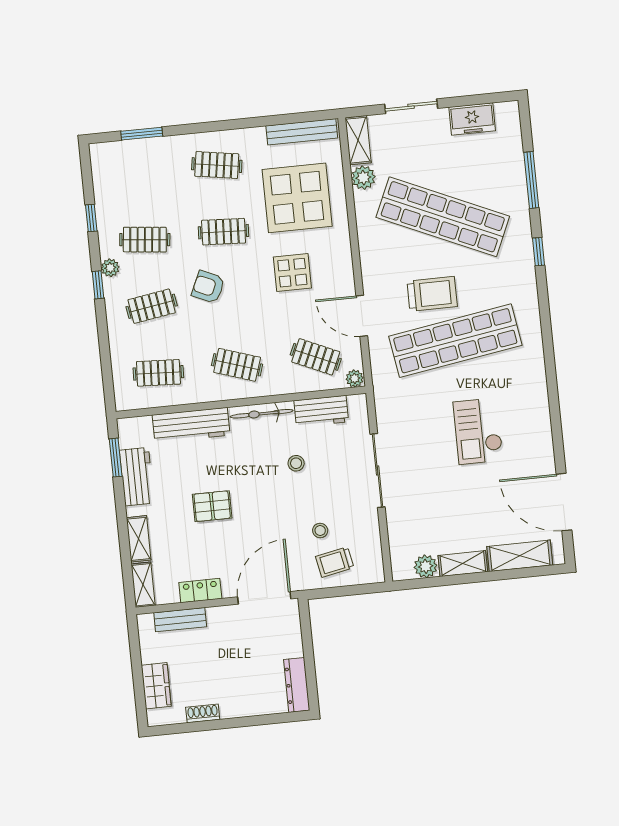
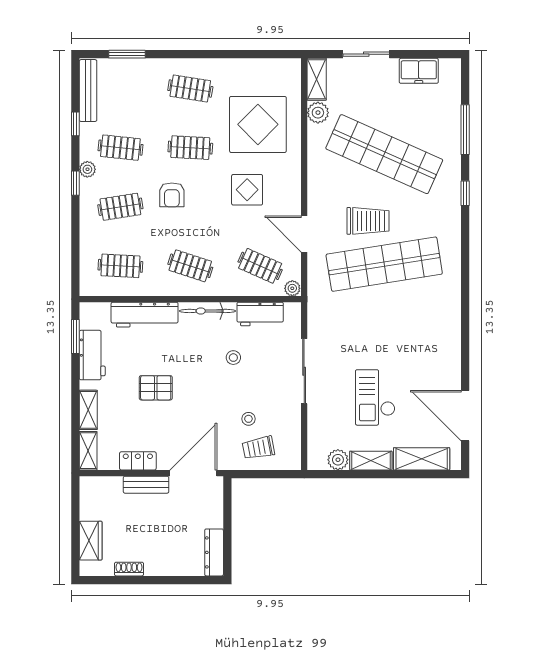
bench: (302, 132) -> (88, 91), moved, turned 90
armchair: (208, 287) -> (172, 195), turned -114
checkout: (478, 431) -> (375, 397), moved
bench: (180, 620) -> (146, 485), moved

